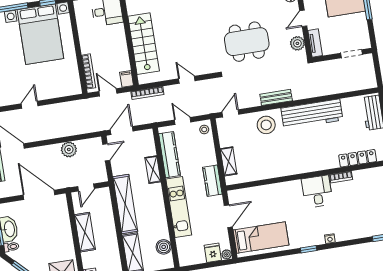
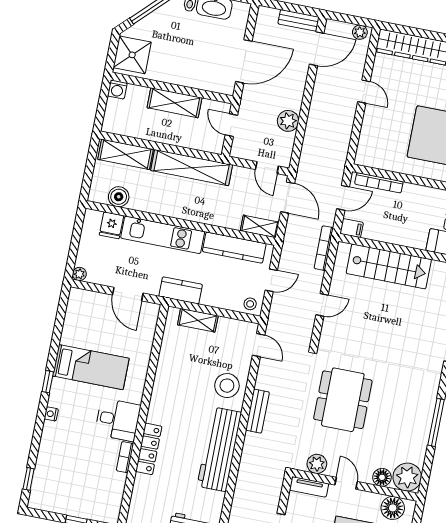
locker: (358, 158) -> (149, 449), moved
shelving: (153, 170) -> (260, 226), moved
bed: (261, 238) -> (91, 367), moved, turned -90
fridge: (213, 253) -> (111, 225), moved, turned 90

